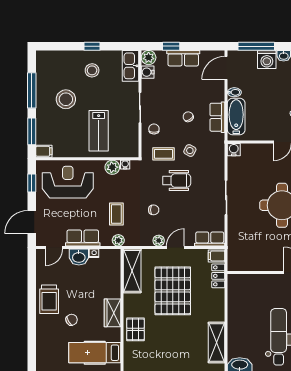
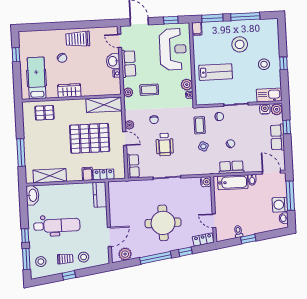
lab bench: (99, 131) -> (216, 72), turned 180
wheelchair: (177, 180) -> (165, 144), moved
filing cabinet: (217, 256) -> (87, 174), moved
kitchen counter: (243, 282) -> (100, 195), added
pallet: (135, 329) -> (45, 113), moved

